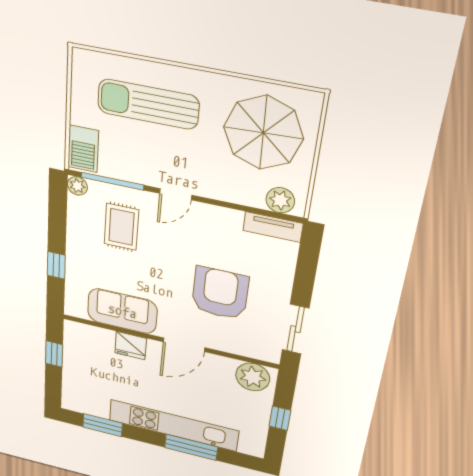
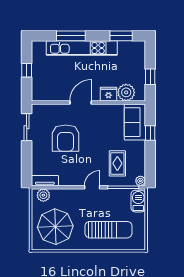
sofa: (122, 311) -> (135, 122), moved, turned 90
plant: (253, 377) -> (126, 92), moved

